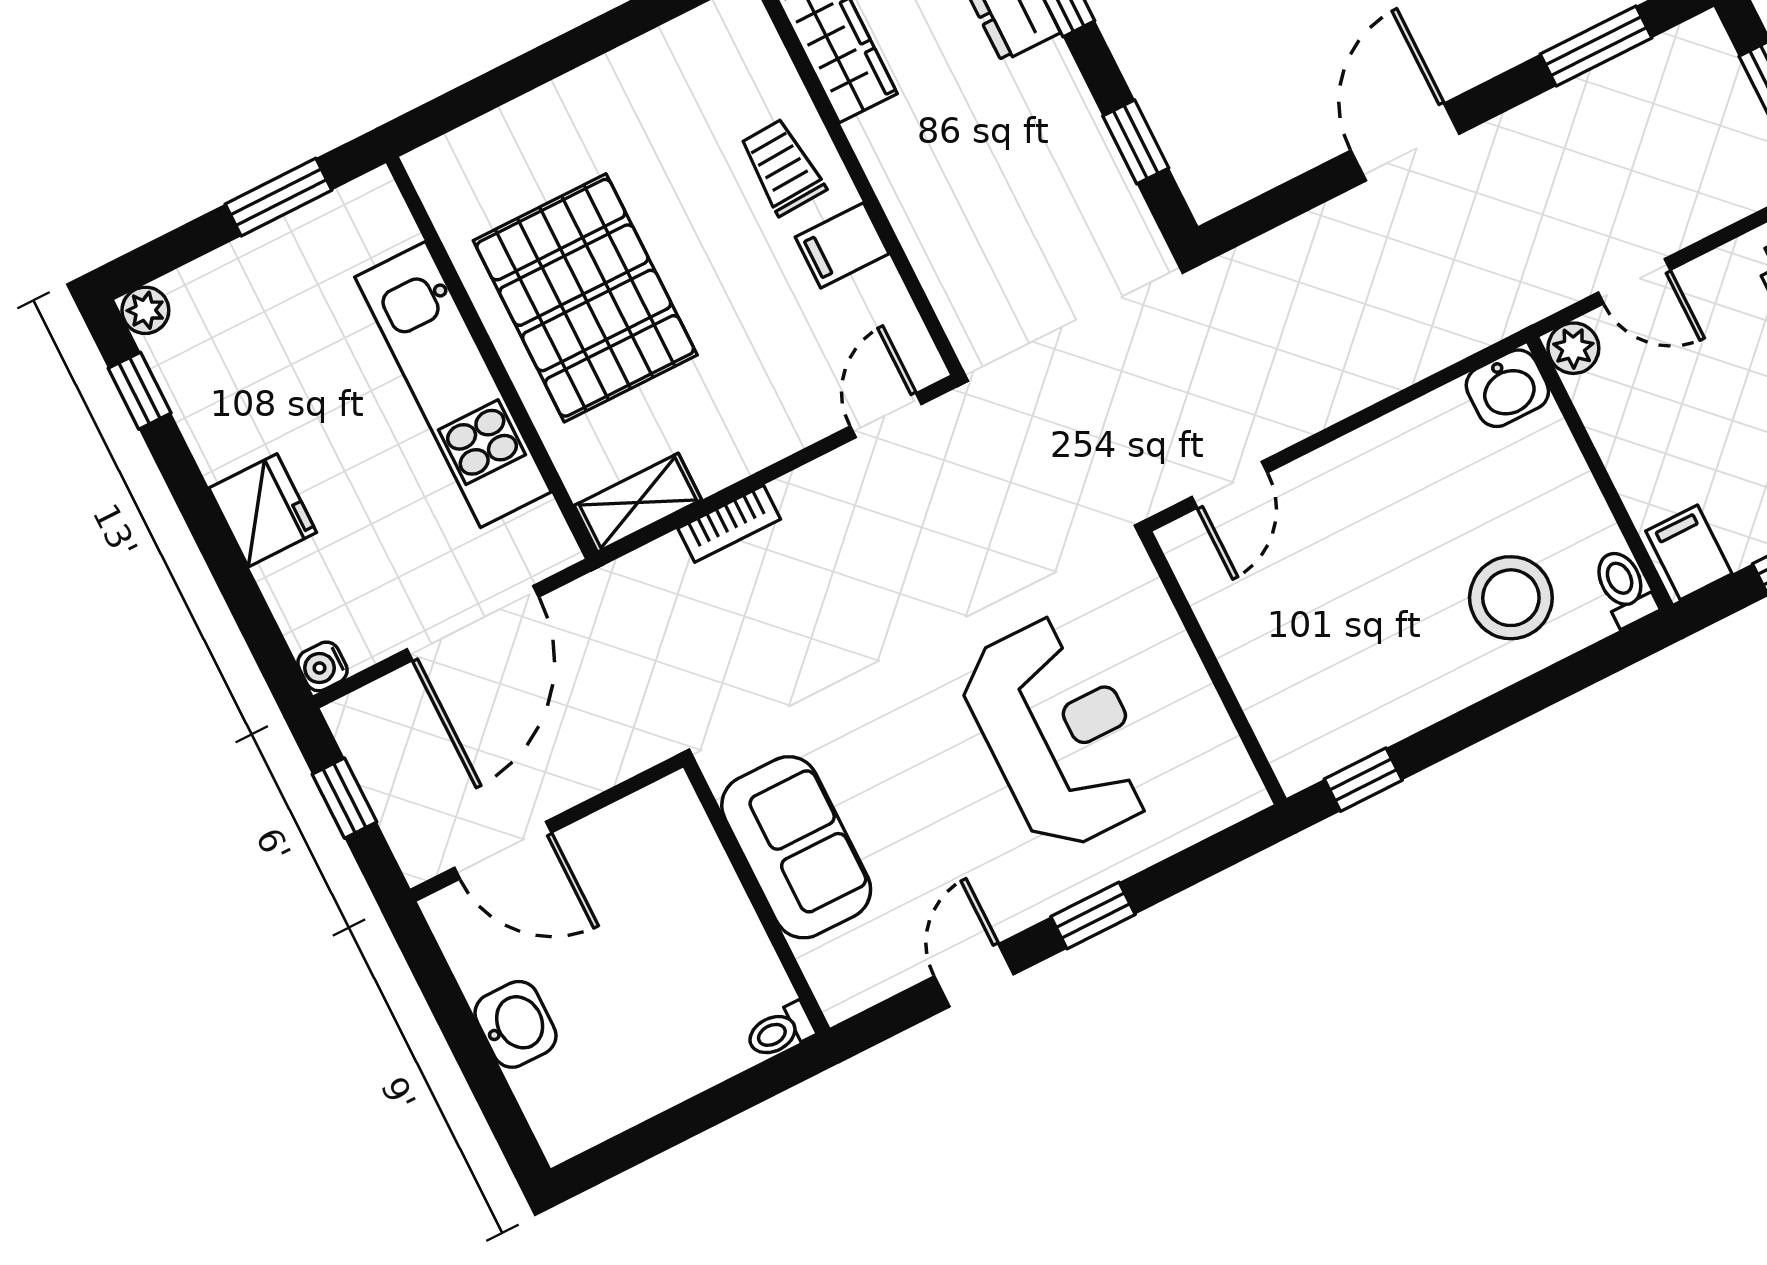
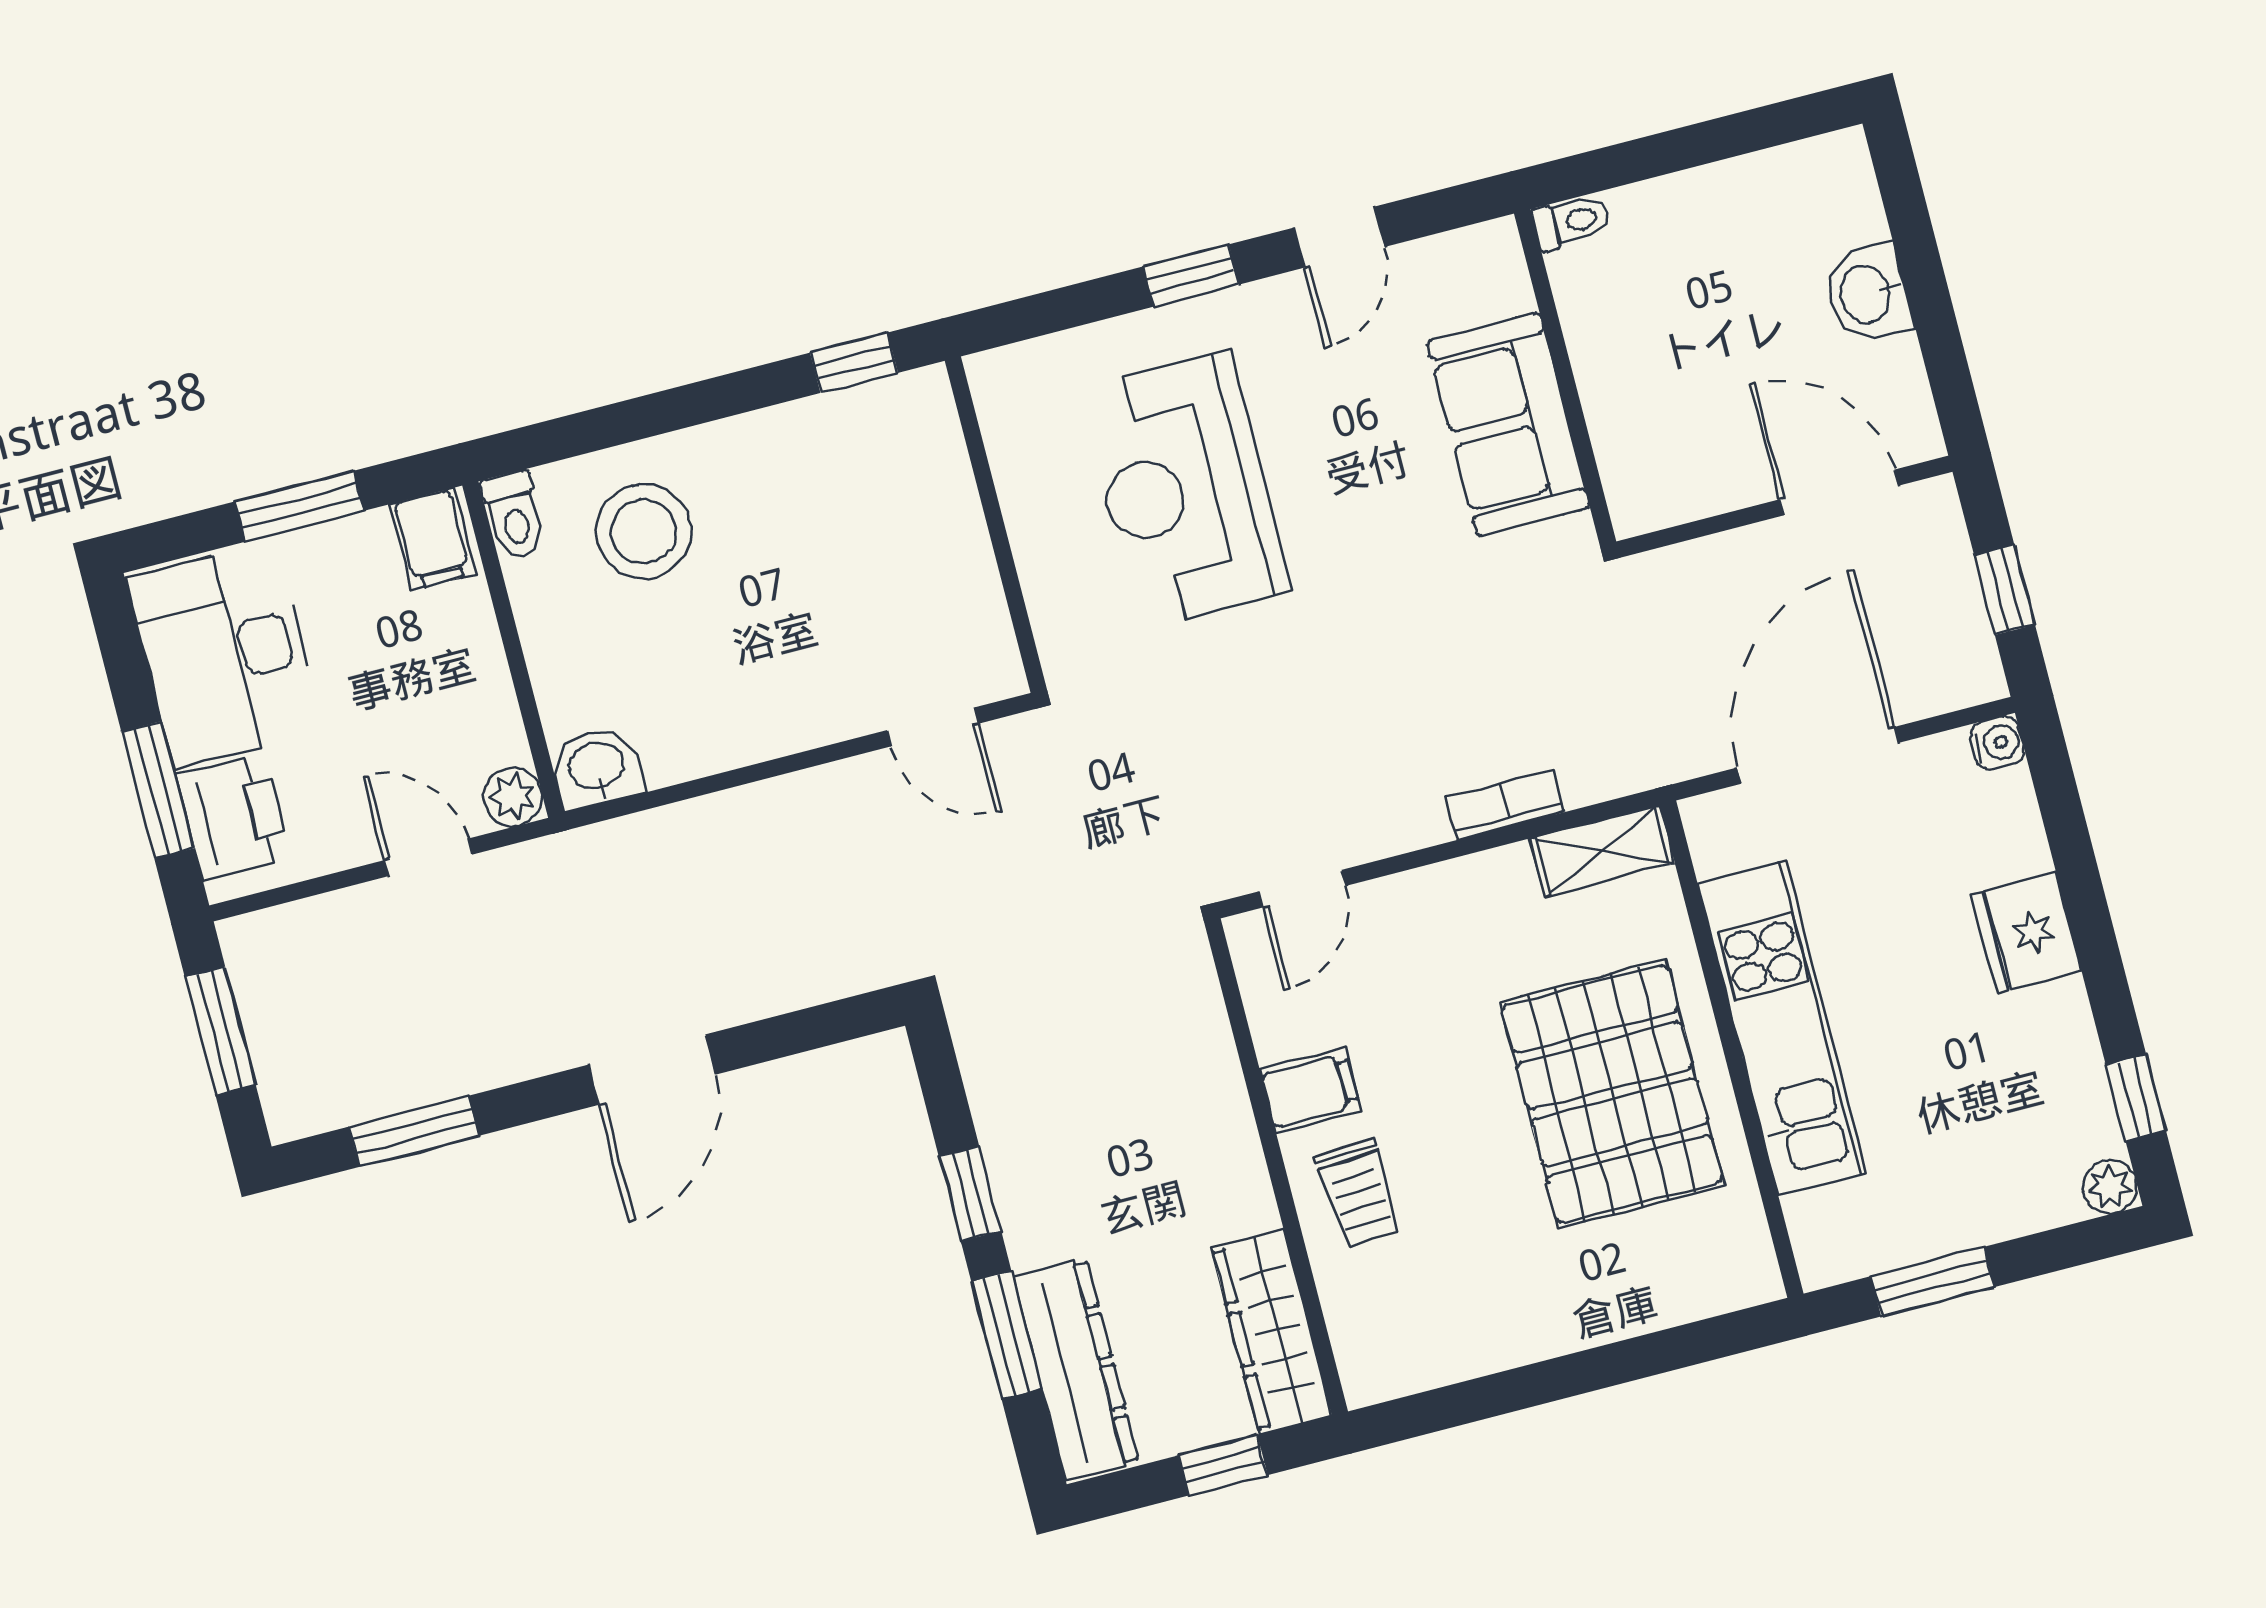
window: (1136, 142) -> (970, 1194), moved
door: (1229, 485) -> (933, 727), swing flipped

